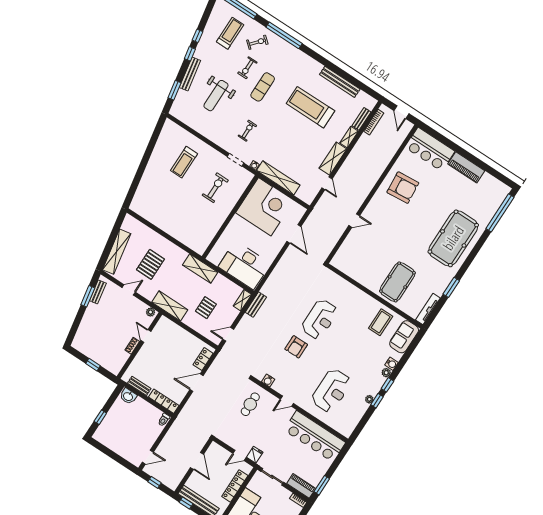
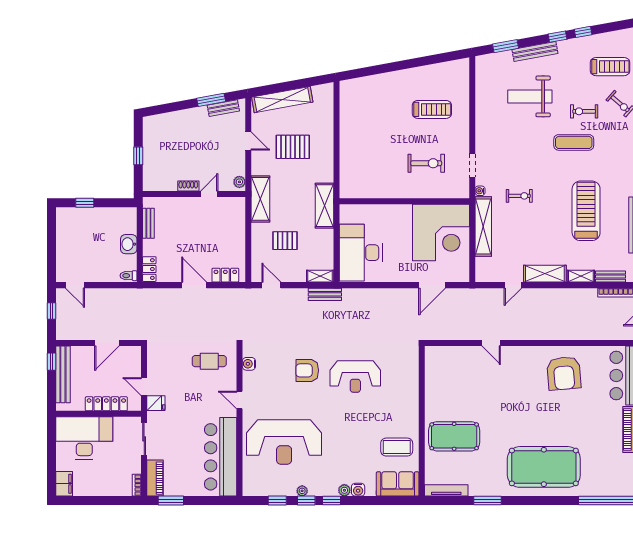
exercise bike: (247, 131) -> (519, 196), moved
treadmill: (184, 162) -> (432, 109), turned 180
reception desk: (331, 391) -> (284, 442), width x1.36, depth x1.30
washbasin: (128, 396) -> (129, 244), moved
locker: (164, 401) -> (149, 269), width x0.66
window: (365, 419) -> (277, 501), added

